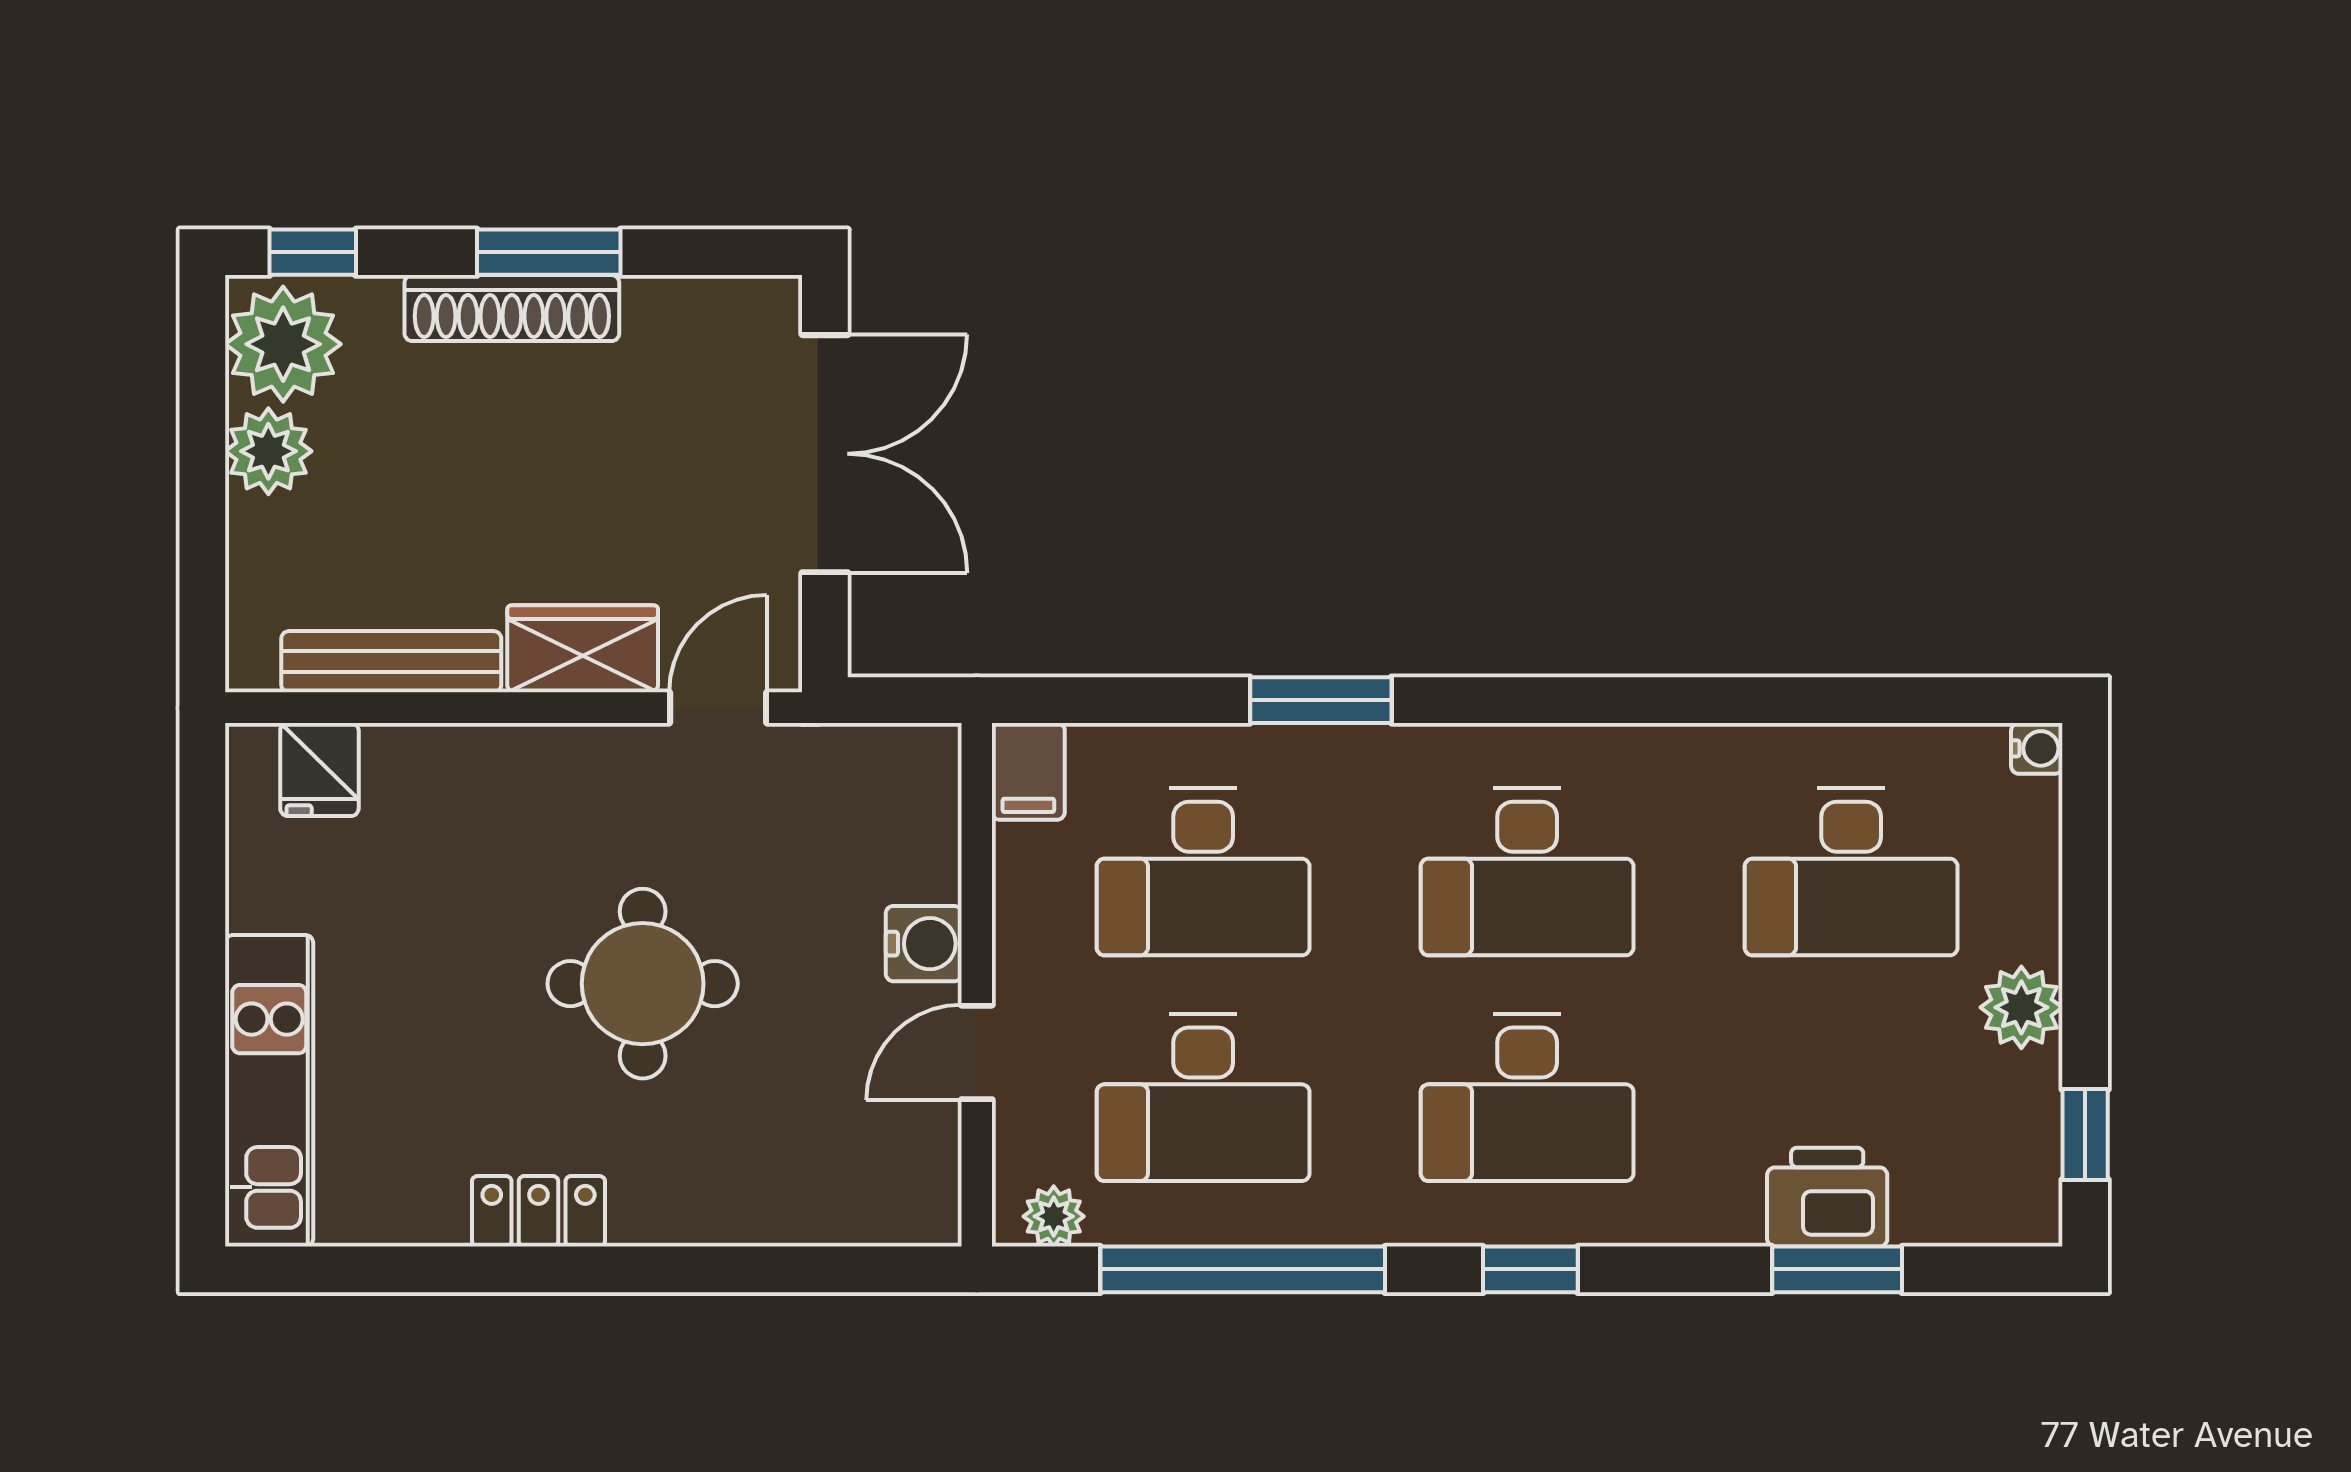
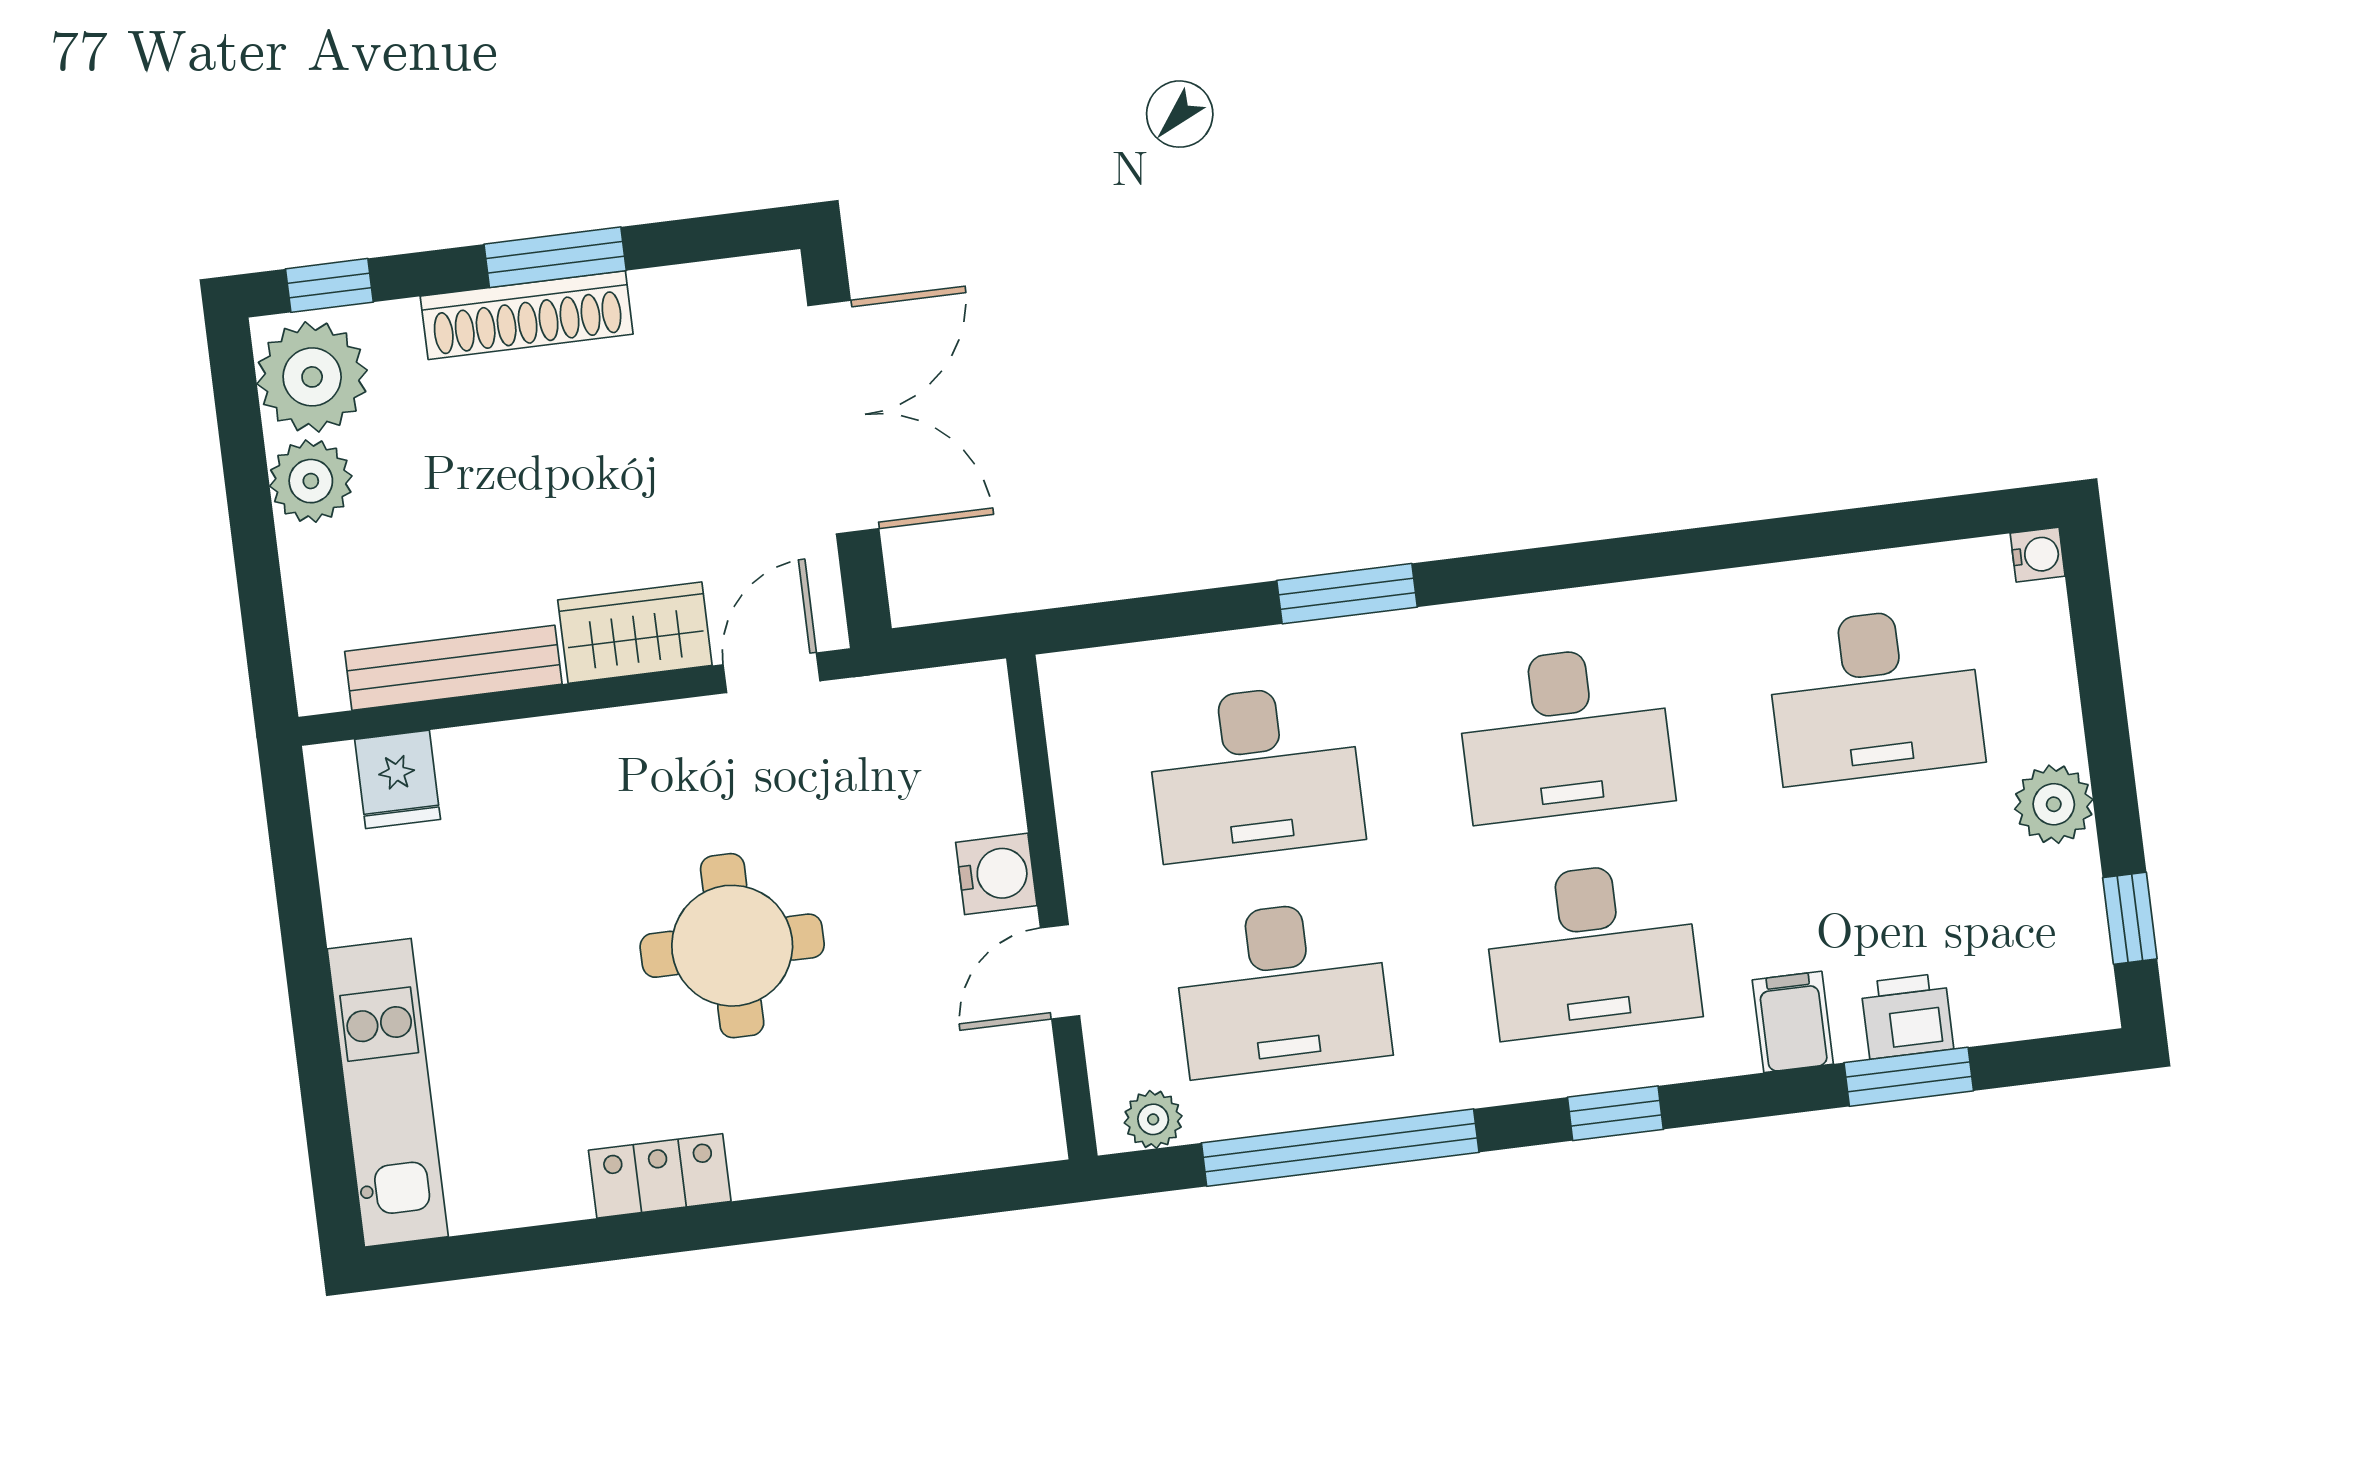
filing cabinet: (1028, 771) -> (1793, 1022), moved, turned 180
printer: (1827, 1197) -> (1907, 1016), width x0.73, depth x0.81

